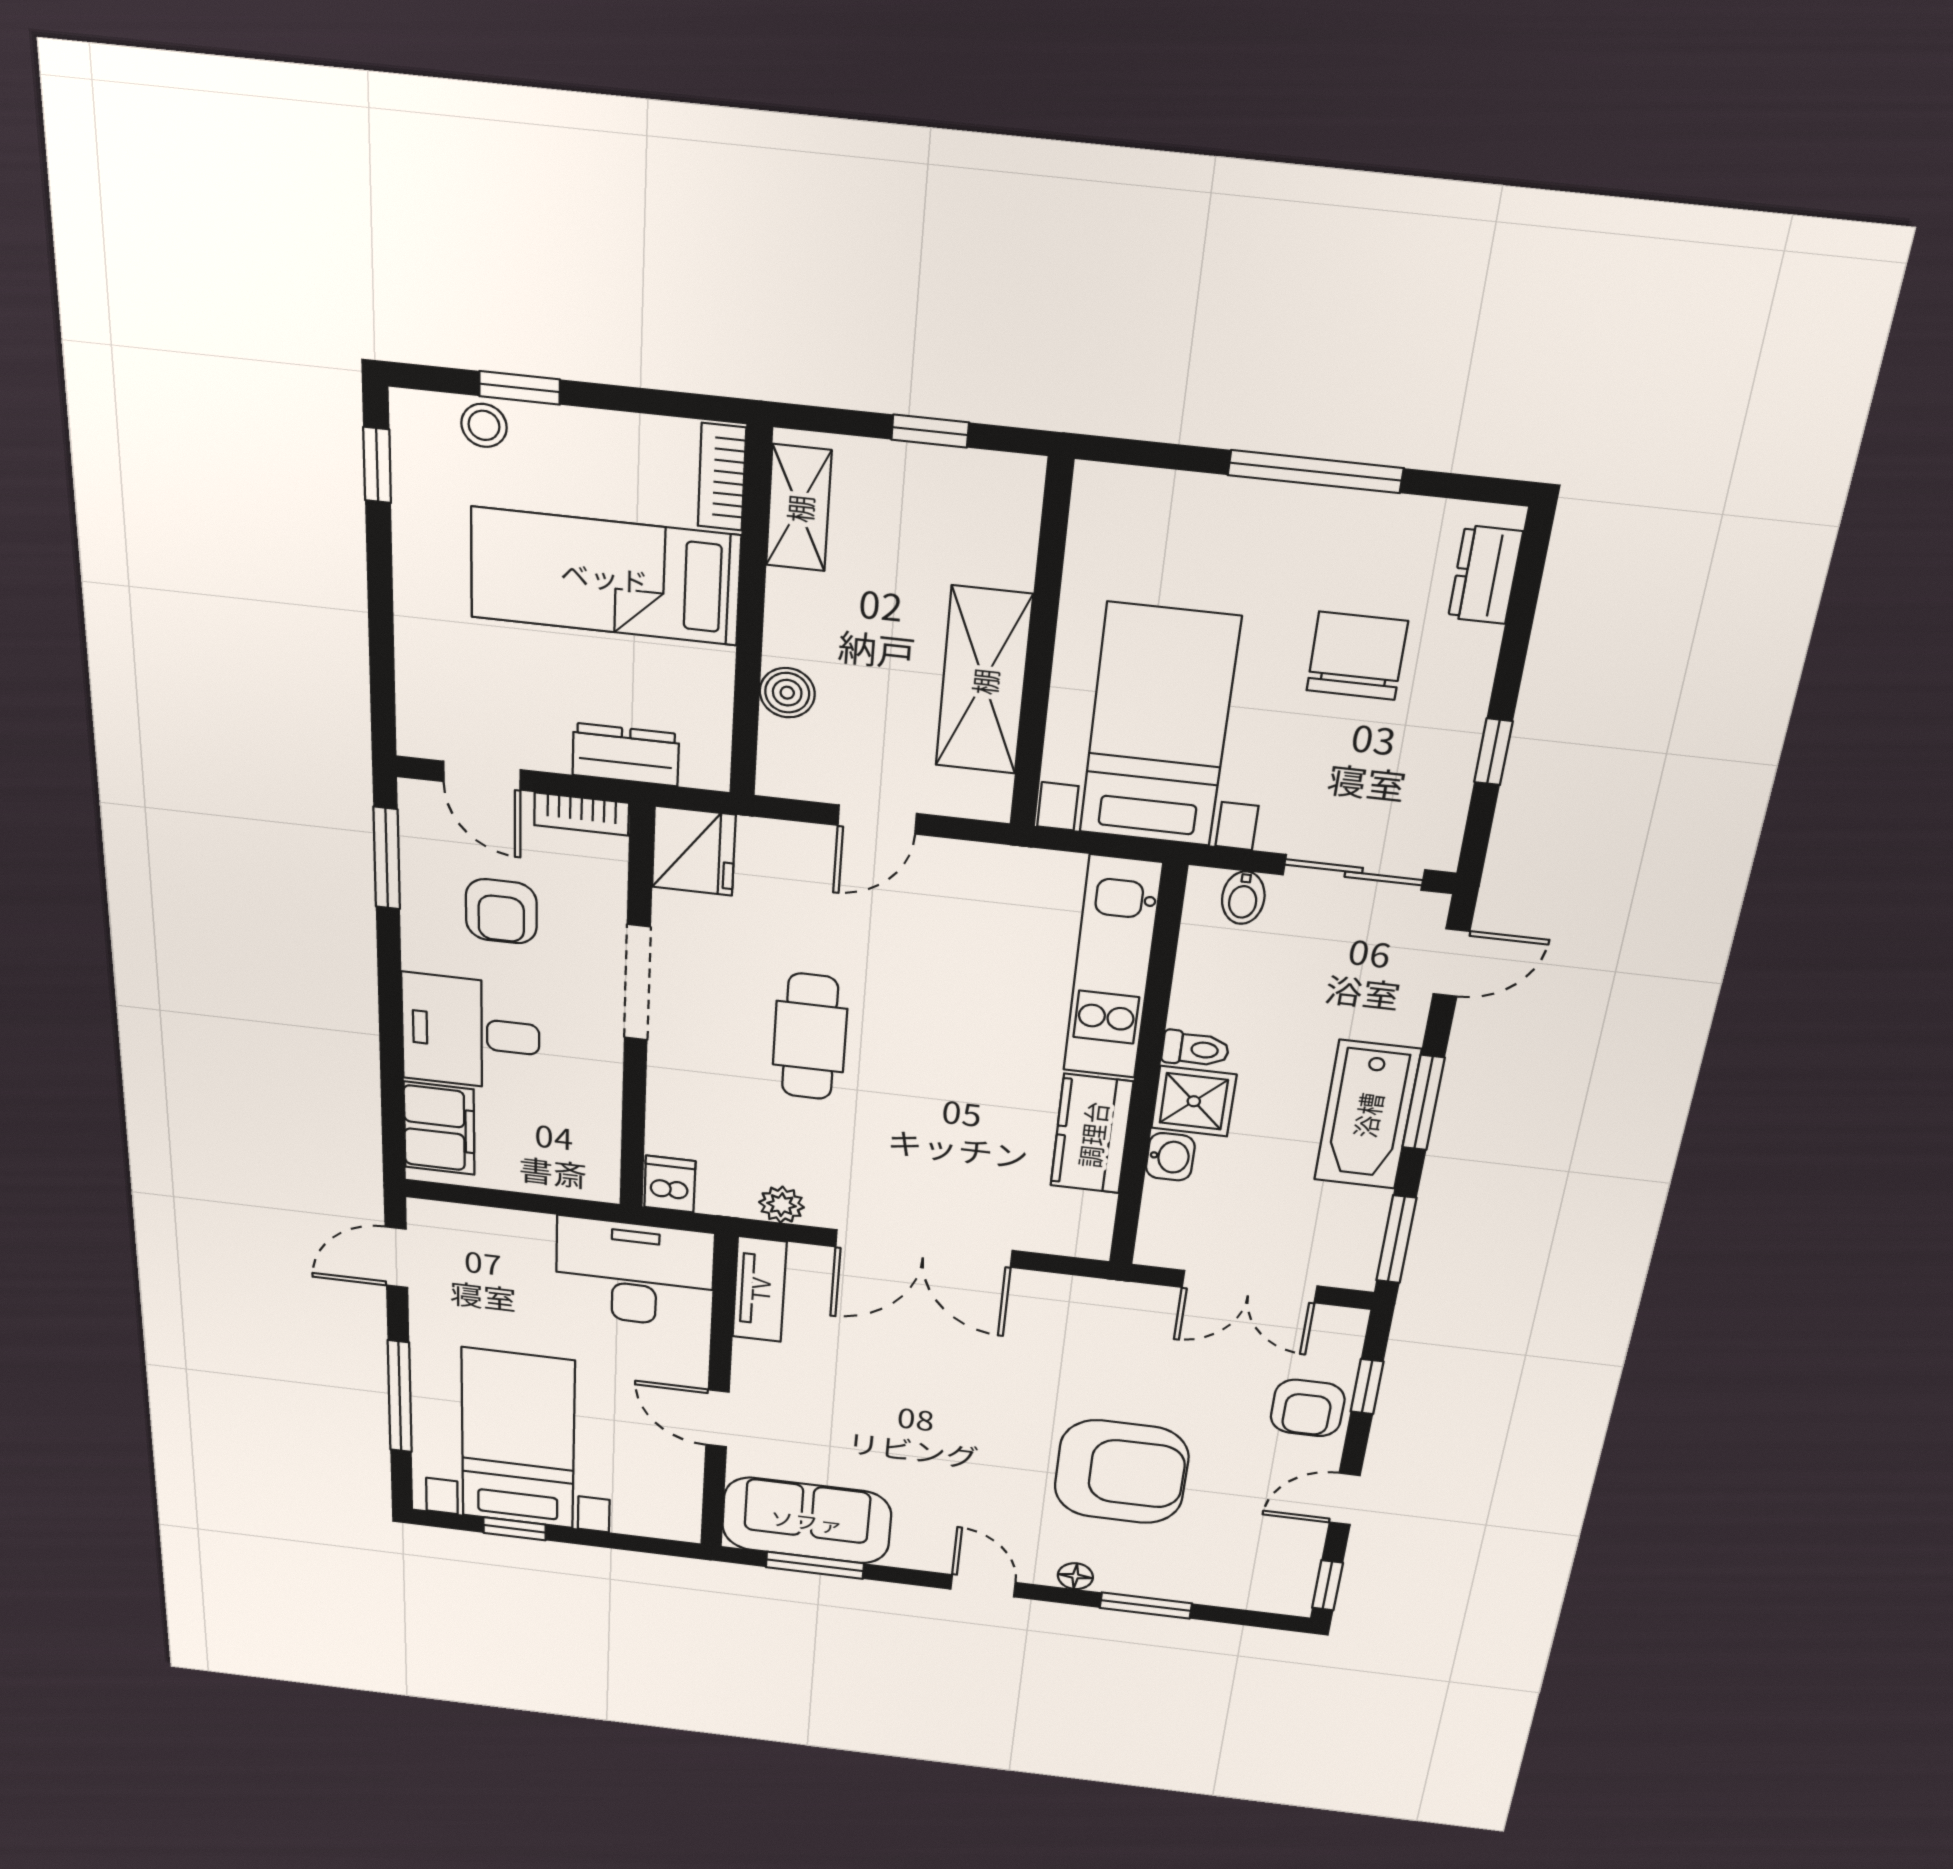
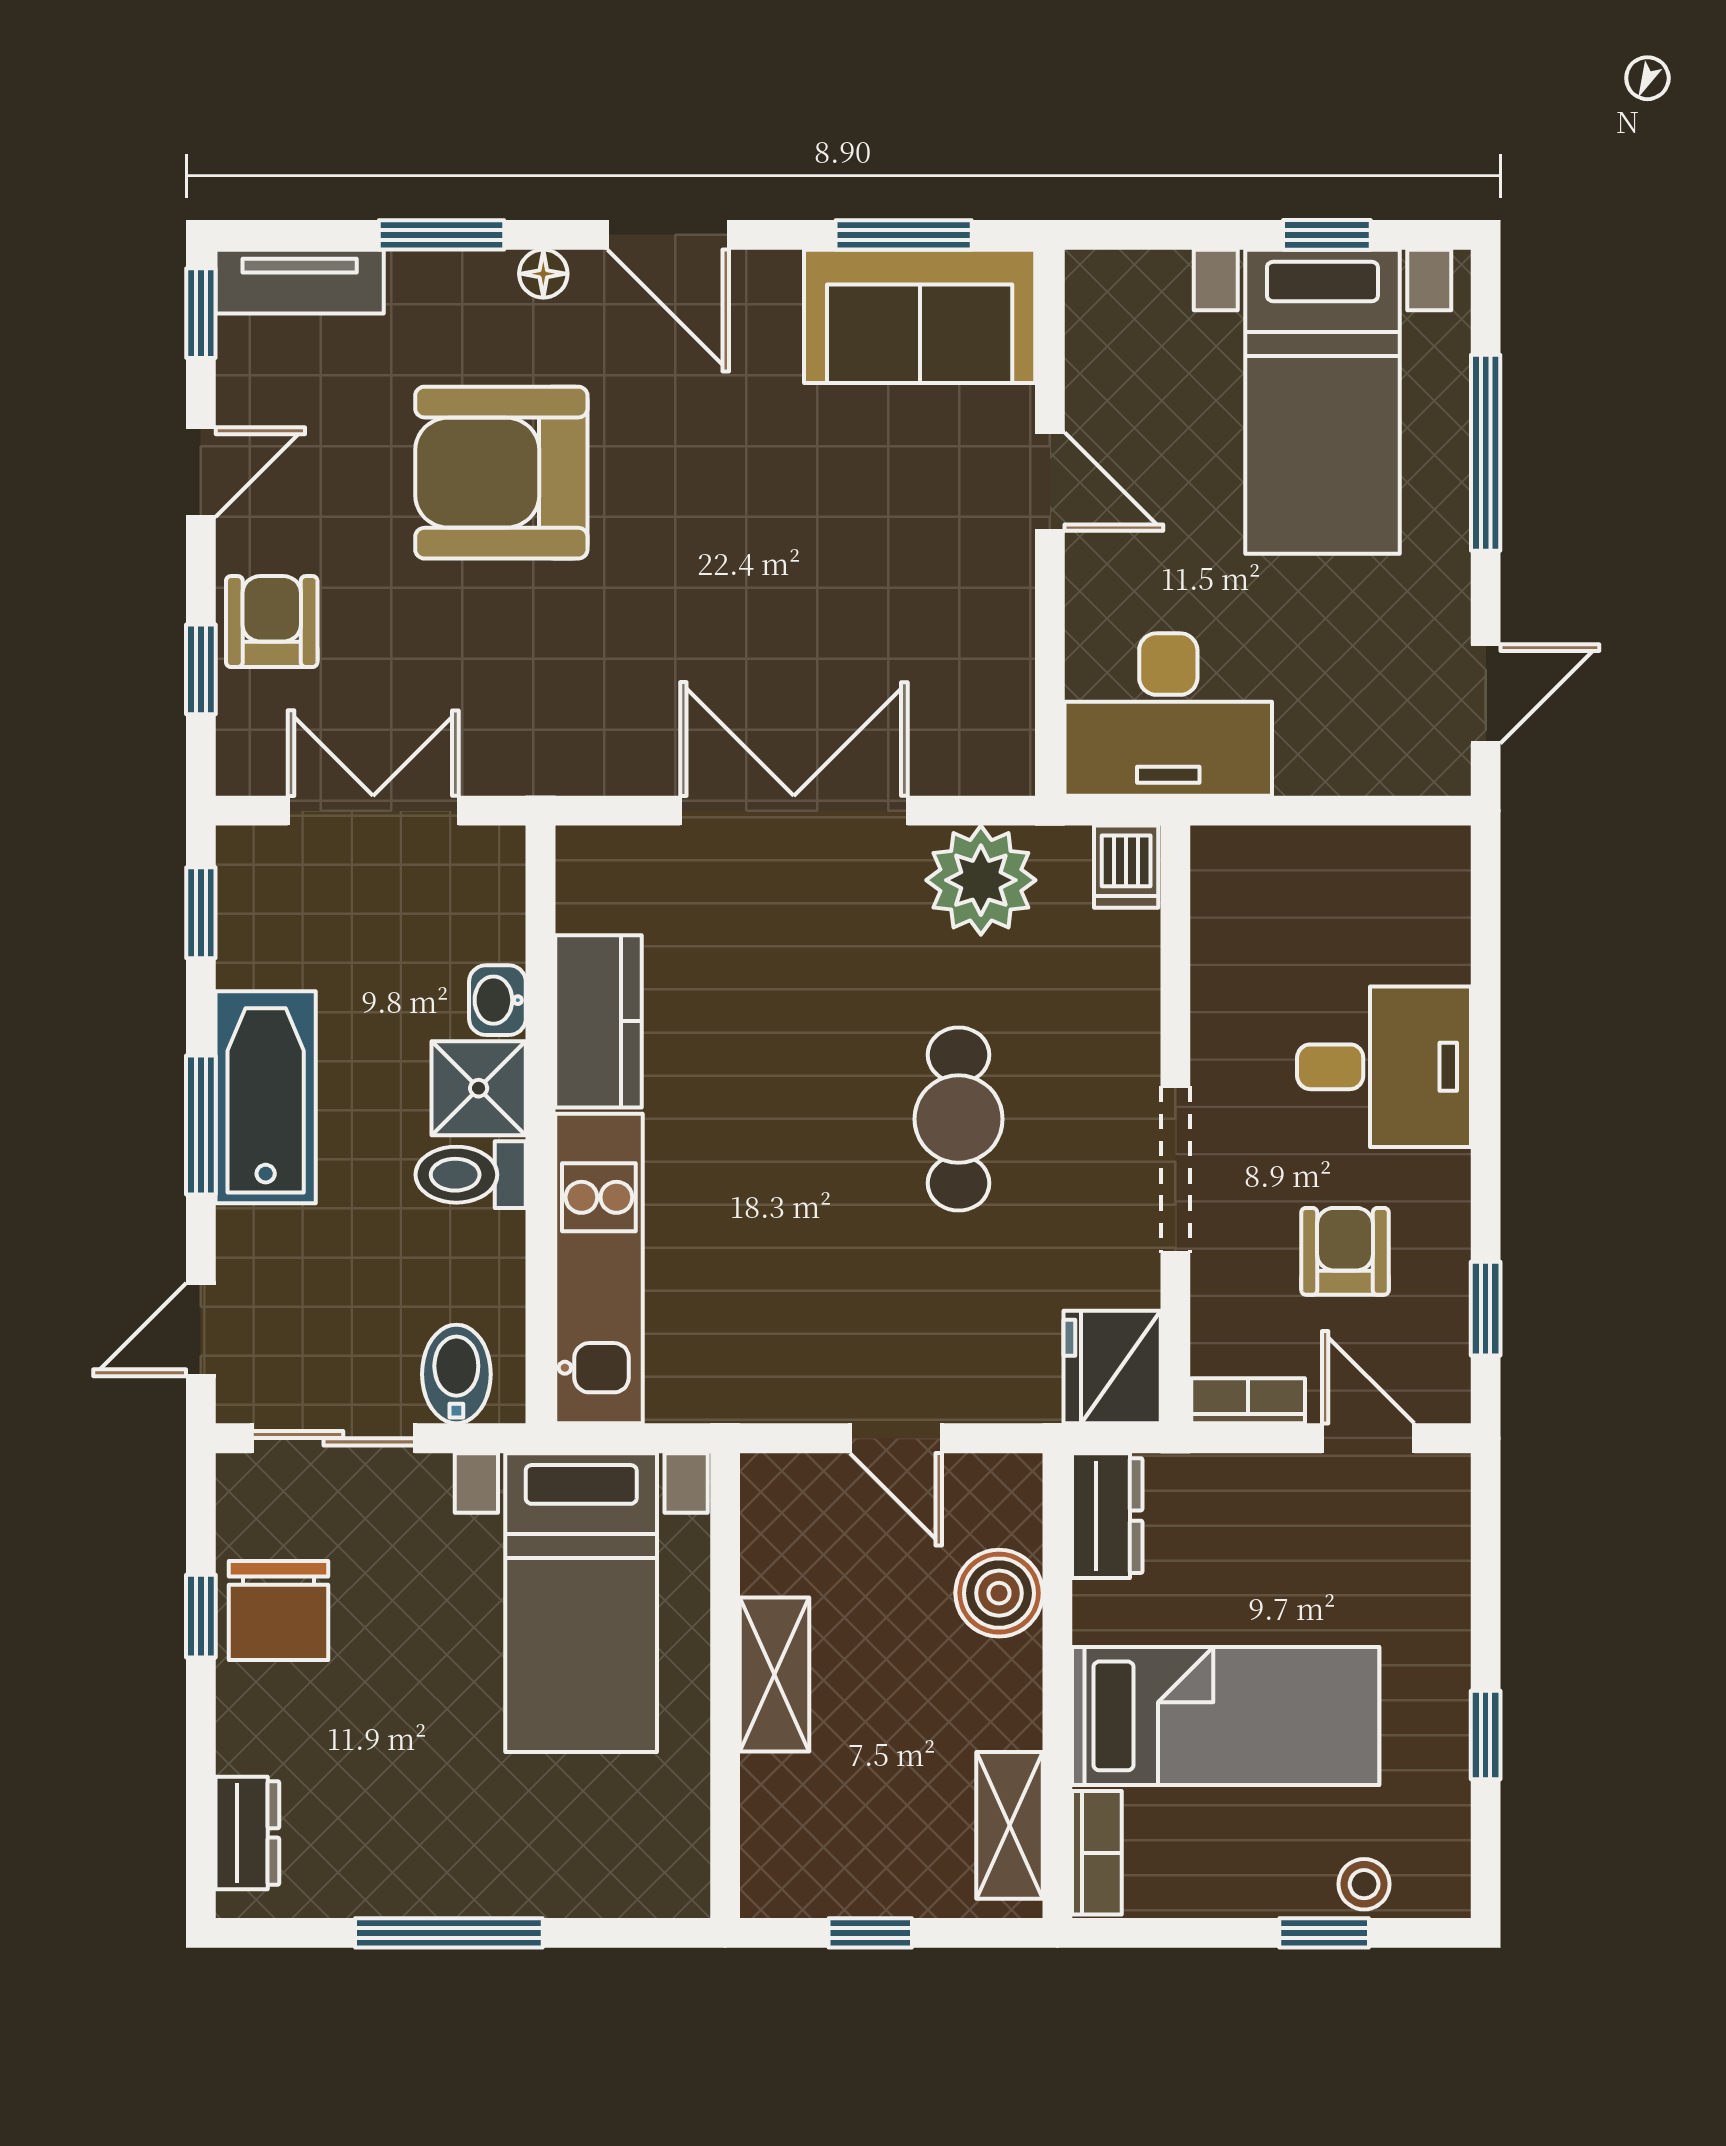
window: (377, 465) -> (1486, 1735), moved
chair: (1357, 656) -> (278, 1610), moved
shelving: (984, 681) -> (775, 1675), width x0.67, depth x0.75
boiler: (787, 693) -> (999, 1593), width x1.36, depth x1.36
dresser: (626, 755) -> (1107, 1516), moved, turned -90
door: (877, 819) -> (896, 1438), swing flipped
window: (387, 858) -> (1486, 1309), width x0.67
bidet: (1243, 898) -> (456, 1374), width x1.38, depth x1.36
toilet: (1195, 1049) -> (471, 1175), width x1.37, depth x1.39
filing cabinet: (439, 1128) -> (1426, 913), removed
plant: (782, 1205) -> (981, 880), width x1.88, depth x1.88
window: (1396, 1239) -> (201, 913), width x0.67
tv unit: (759, 1289) -> (300, 282), moved, turned -90
door: (983, 1586) -> (668, 235), width x1.38

